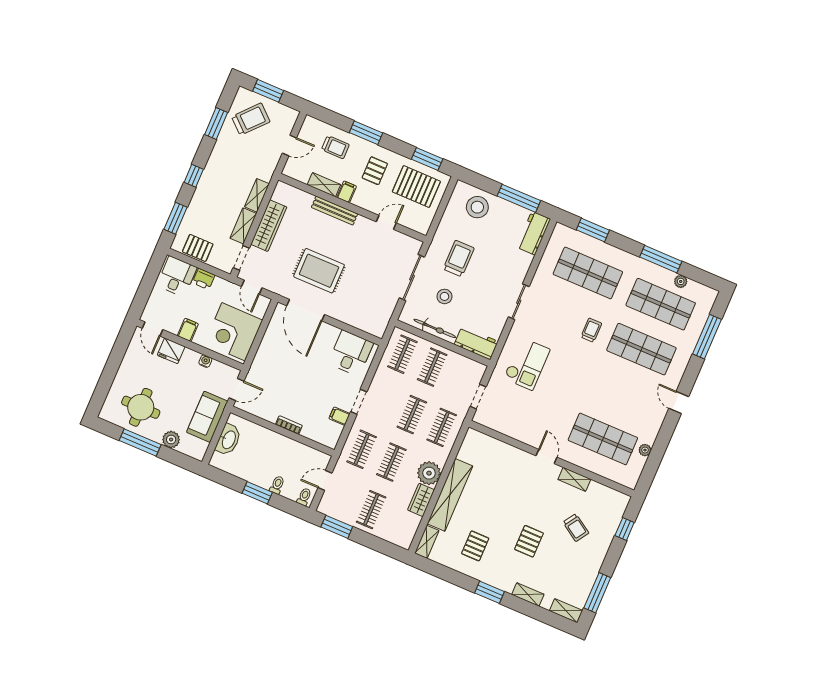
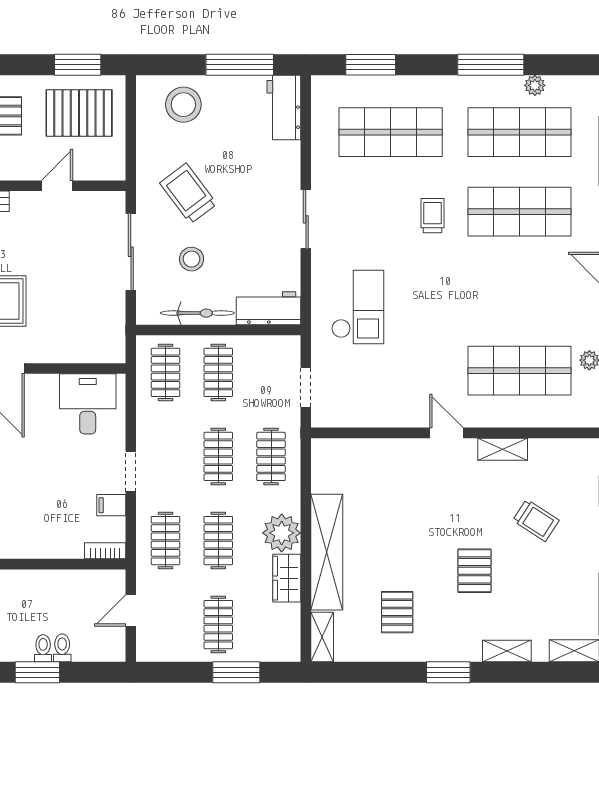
trolley: (459, 259) -> (188, 193), turned -37
bookcase: (289, 425) -> (105, 551), moved
toilet: (304, 497) -> (43, 648), moved
window: (337, 527) -> (236, 672), moved

